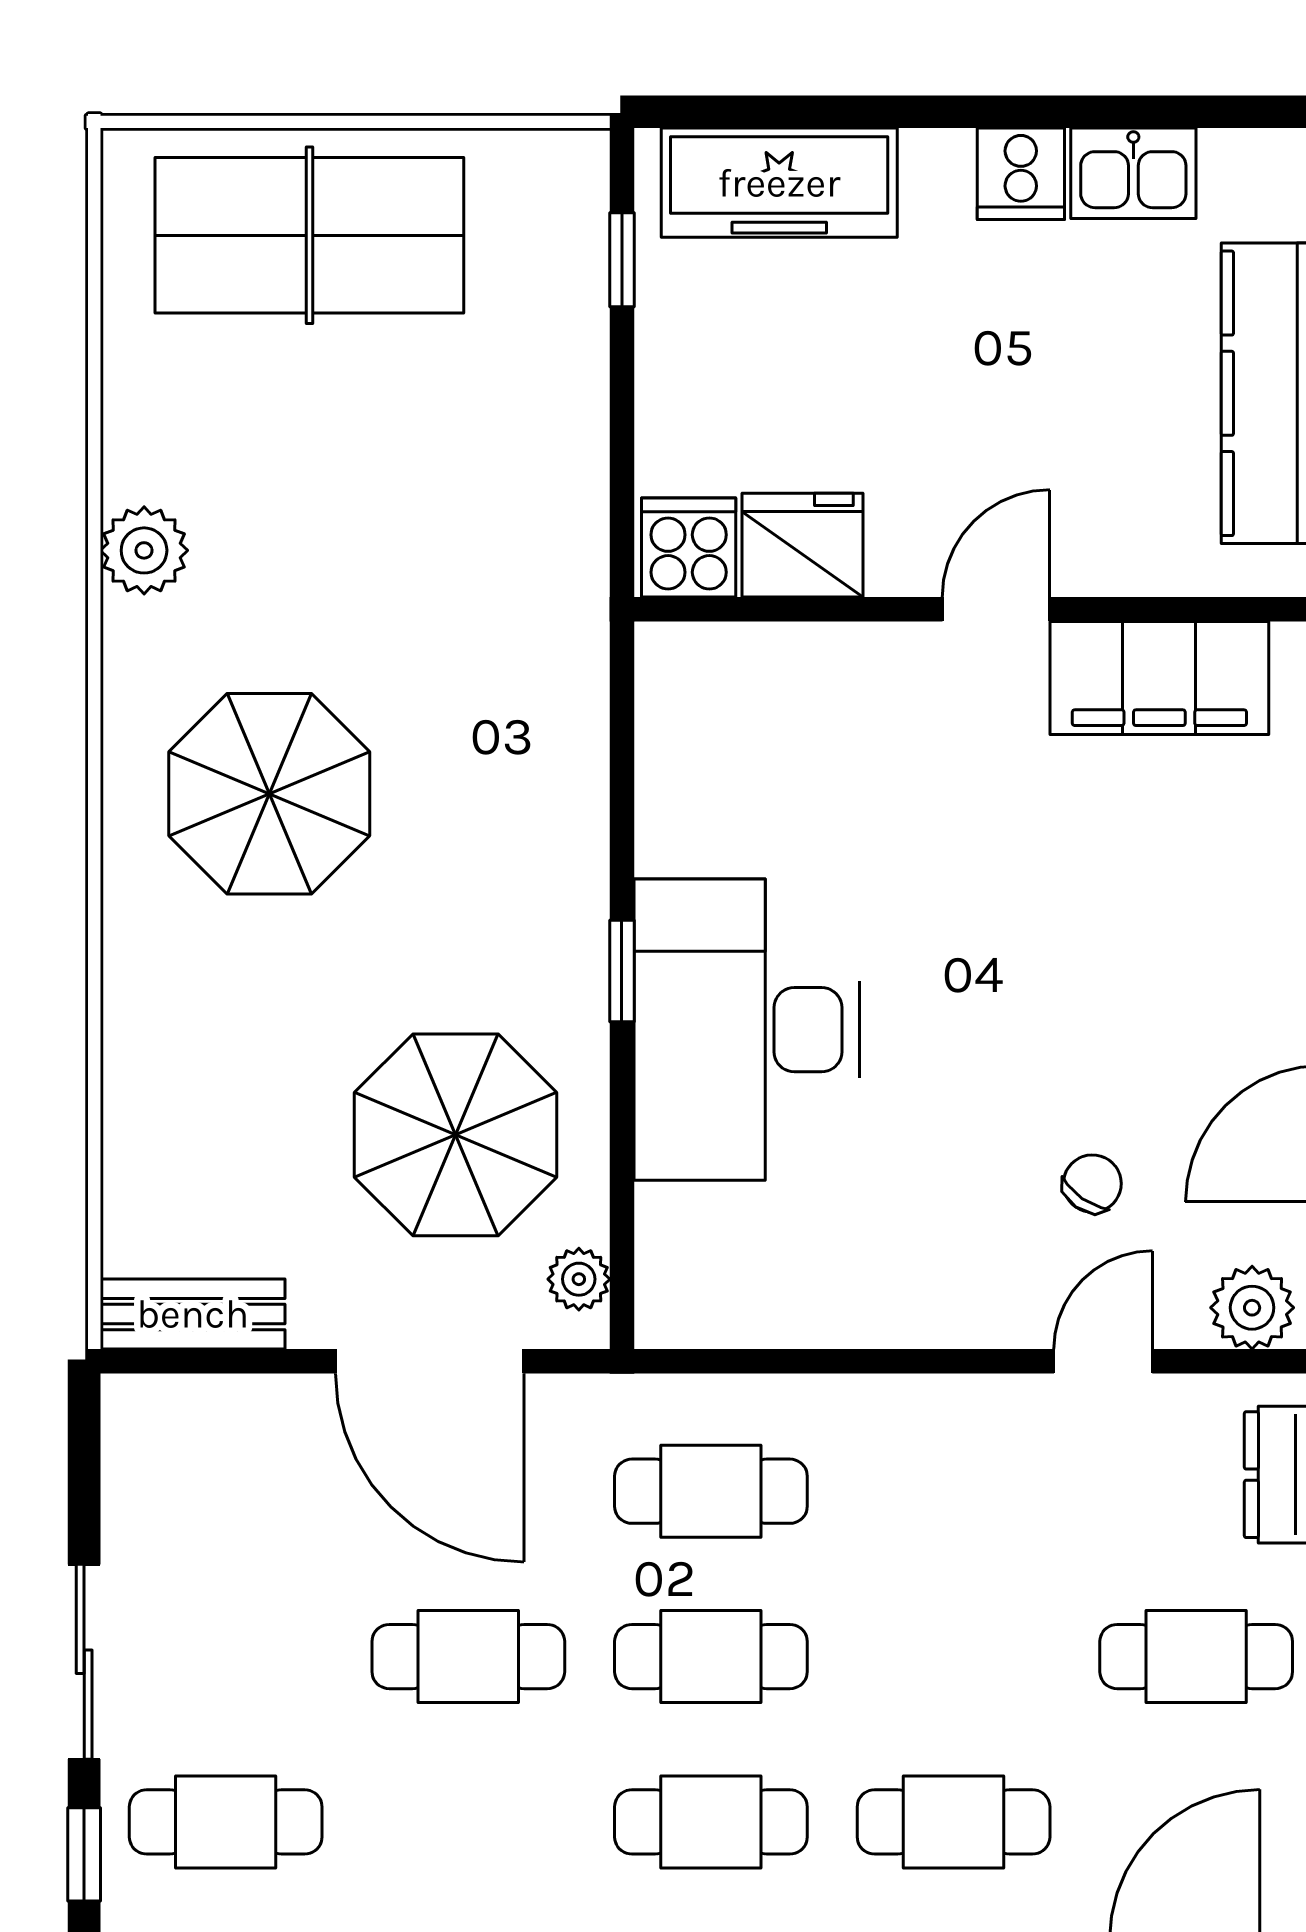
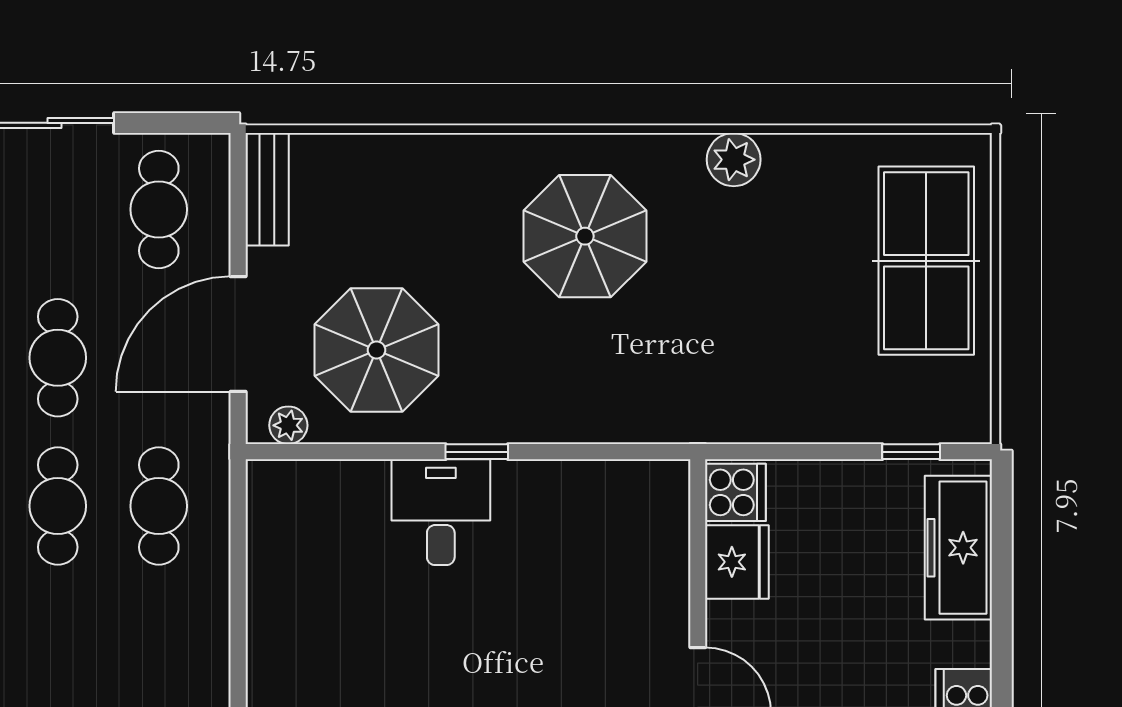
desk: (747, 1030) -> (441, 512), width x0.53, depth x0.77
cafe table: (226, 1491) -> (159, 209), added

